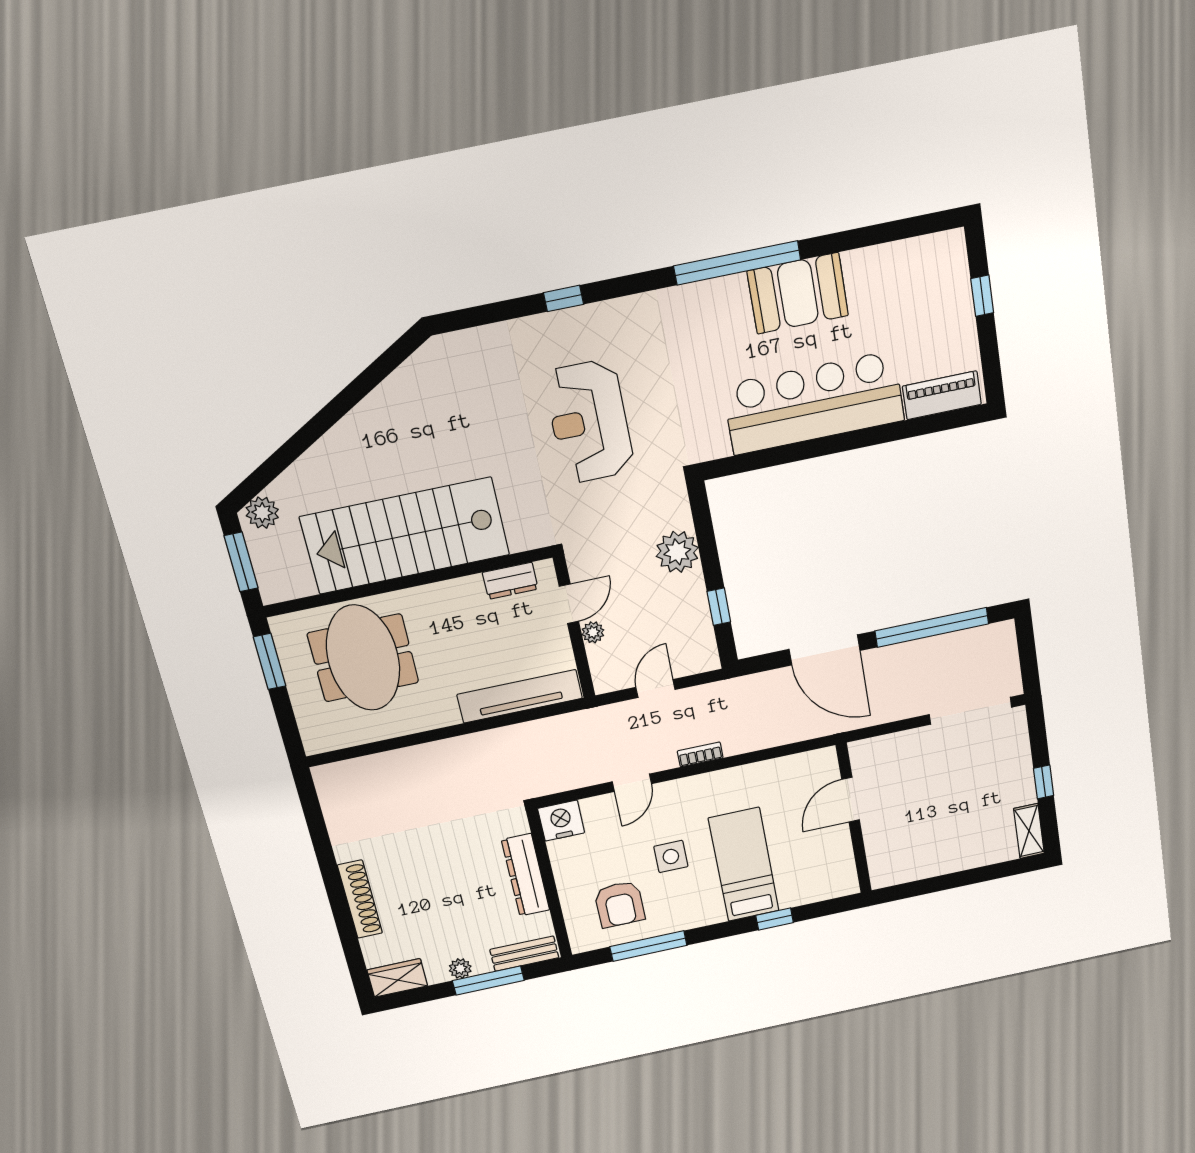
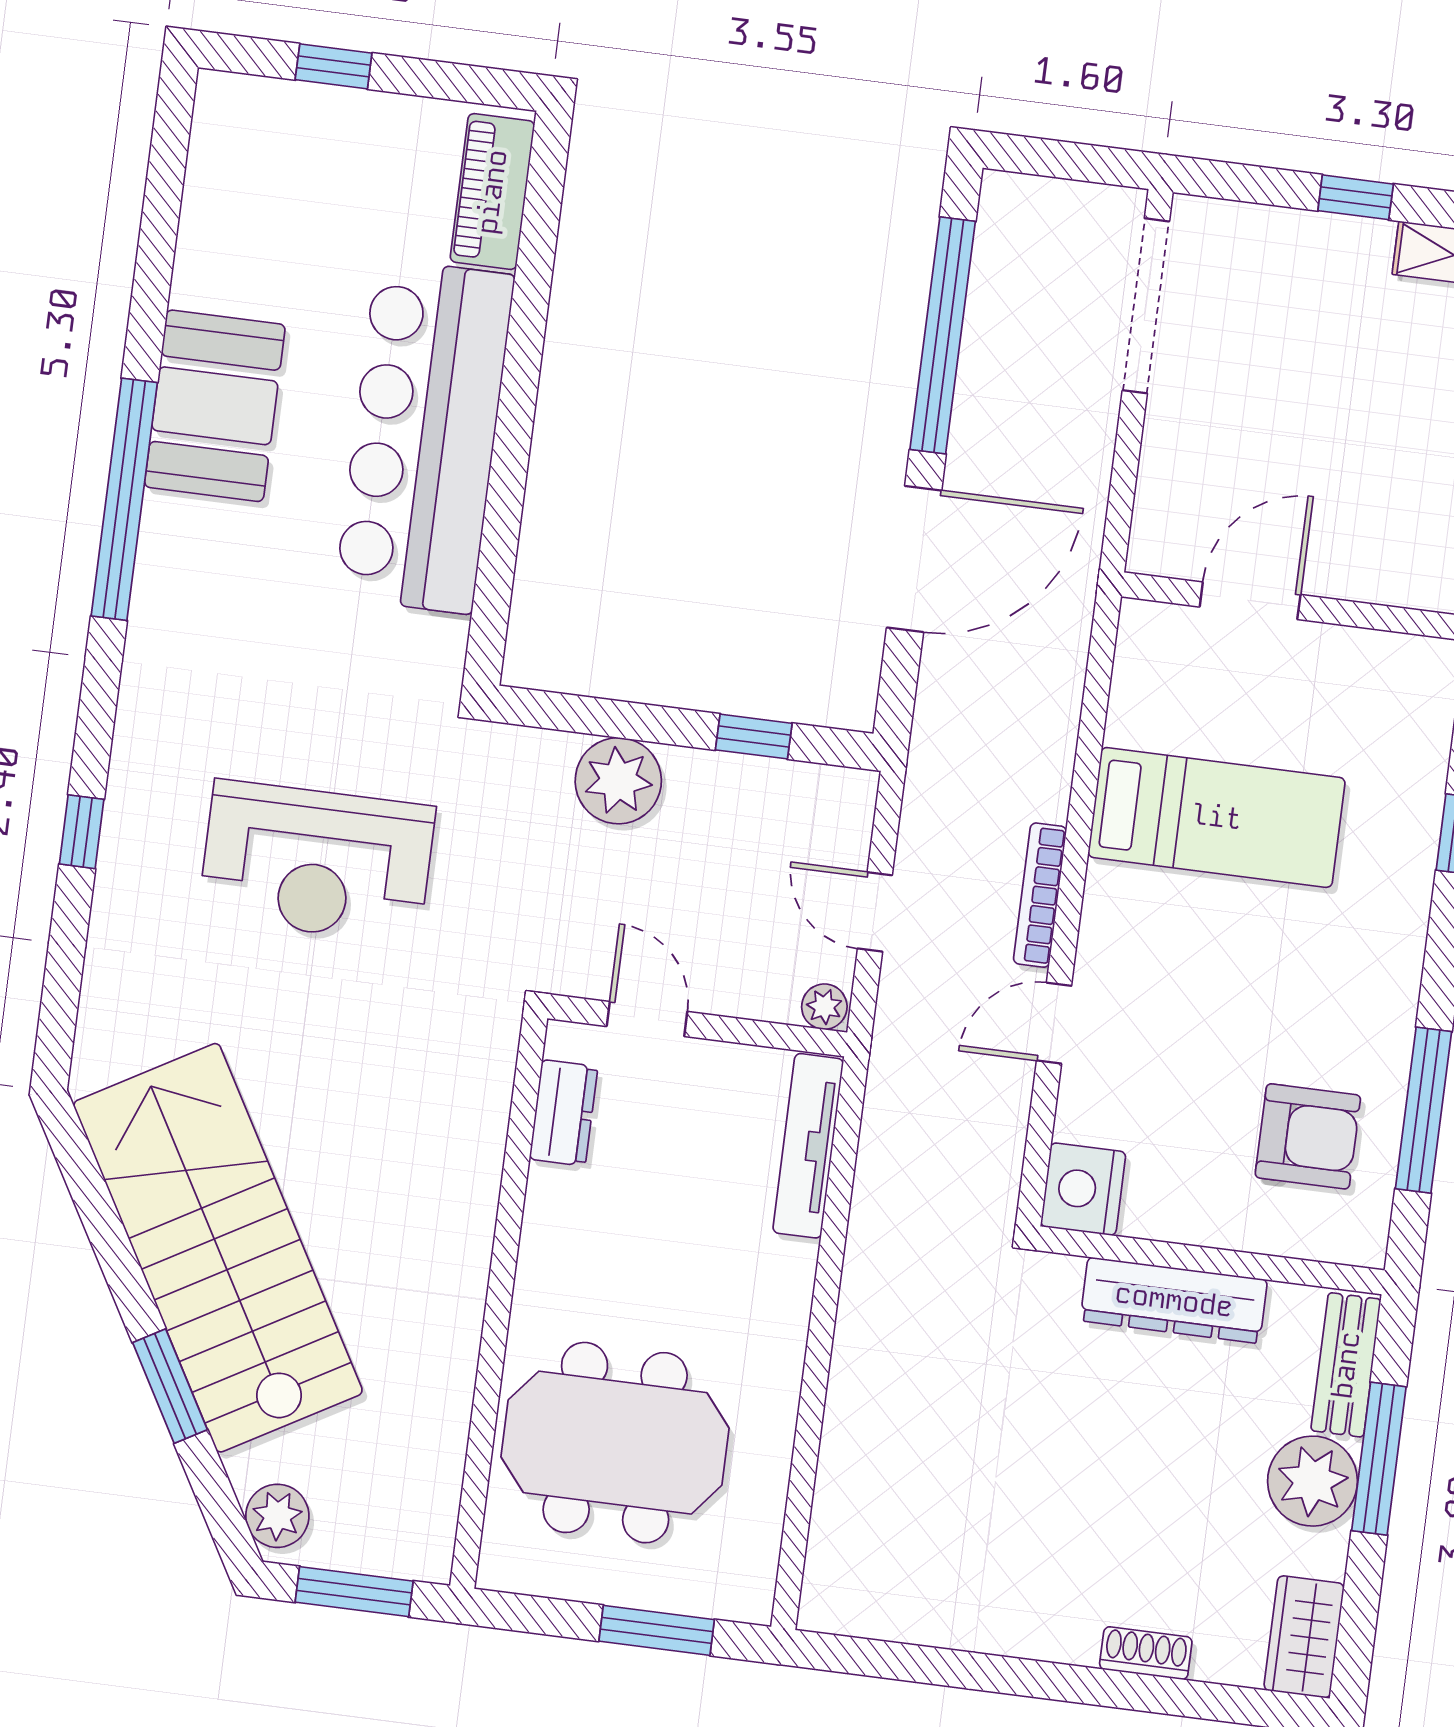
window: (304, 438) -> (170, 1386), added
stairs: (405, 536) -> (218, 1248), moved, turned 150
plant: (593, 632) -> (824, 1007), moved
window: (270, 662) -> (657, 1630), moved
tv unit: (520, 696) -> (808, 1146), width x0.73, depth x0.78
bookcase: (700, 754) -> (1040, 895), width x1.56
door: (632, 783) -> (1054, 1023), swing flipped
door: (850, 800) -> (1250, 601), swing flipped
side table: (671, 857) -> (1241, 999), removed
bed: (744, 865) -> (1217, 817), moved, turned 180
shoe rack: (360, 899) -> (1146, 1653), width x0.51, depth x0.81
plant: (460, 969) -> (1312, 1481), width x1.88, depth x1.88

